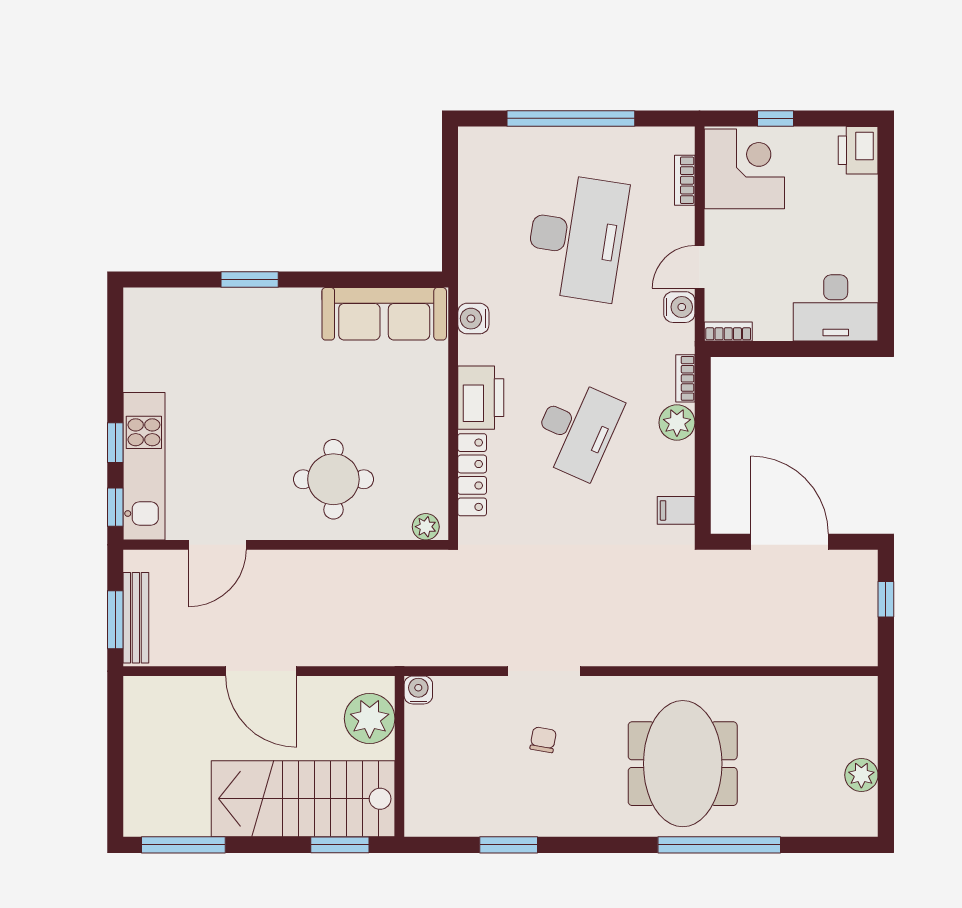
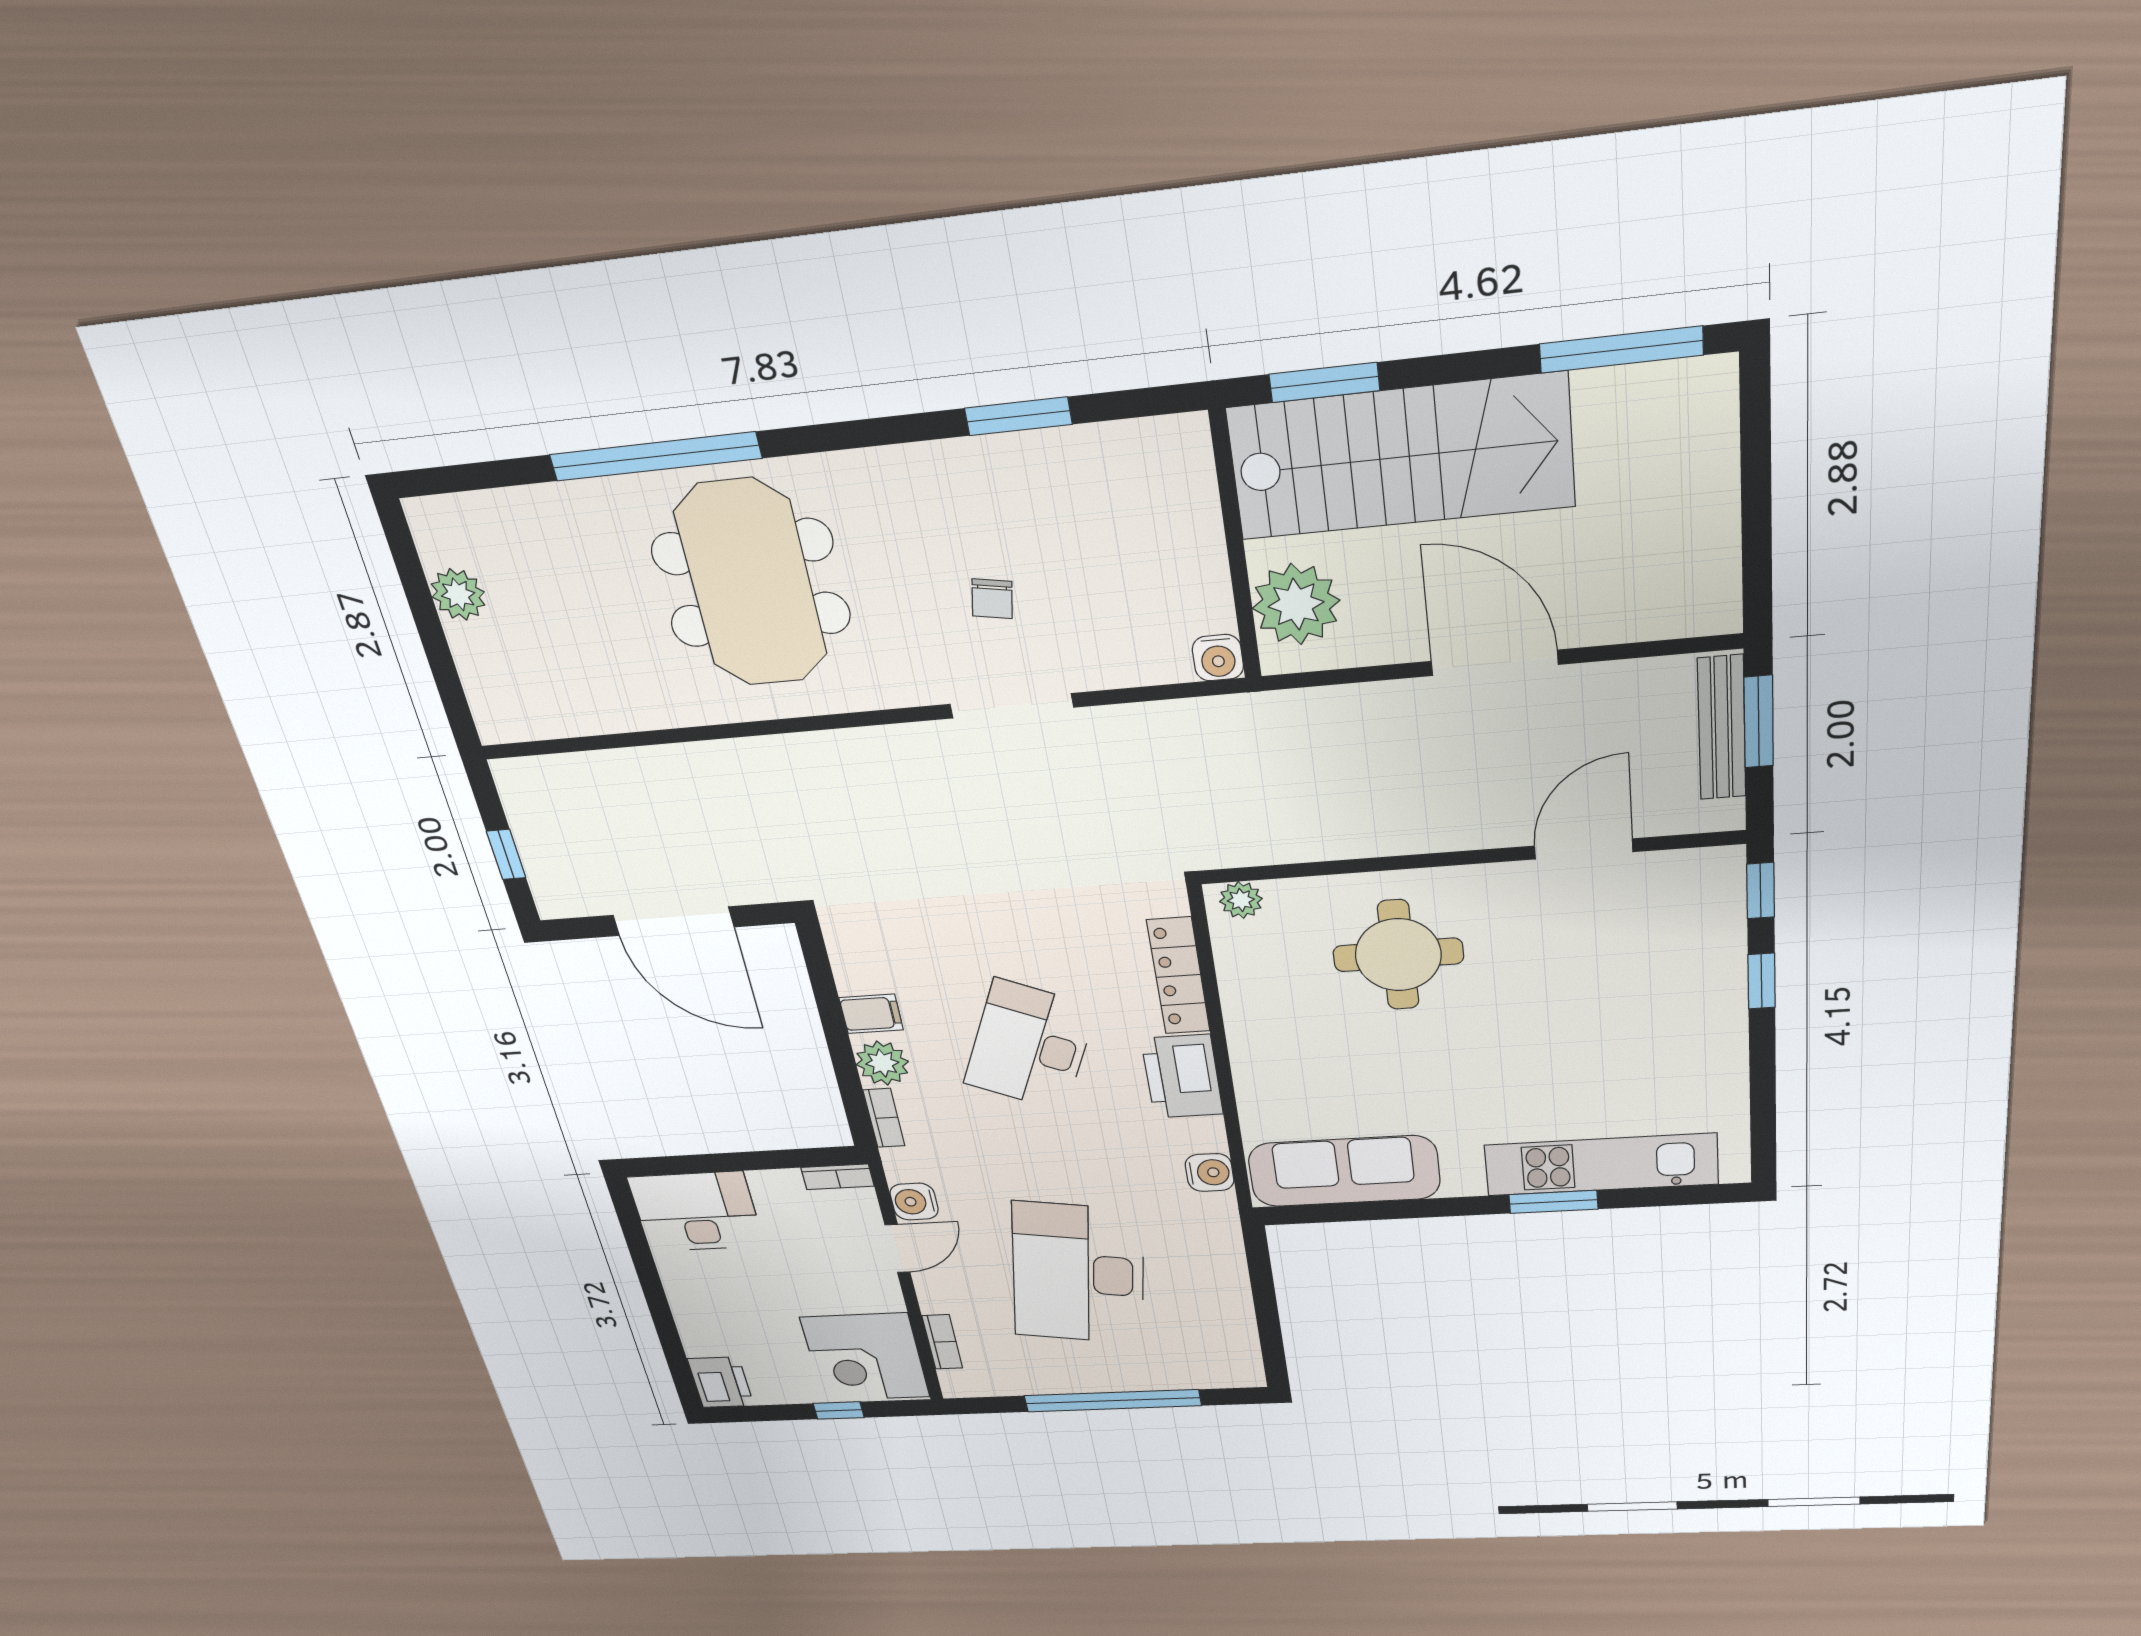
kitchen unit: (144, 466) -> (1601, 1165), moved, turned 90
filing cabinet: (676, 510) -> (871, 1014), moved

